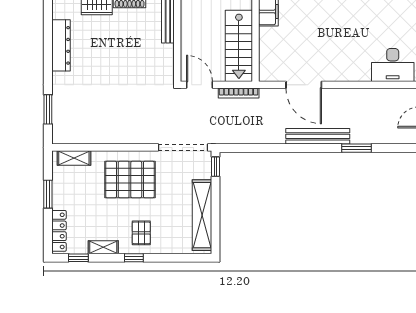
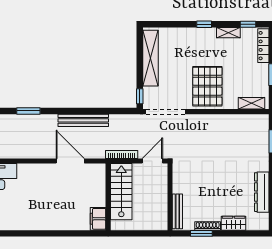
door: (199, 85) -> (152, 161), swing flipped
bench: (318, 136) -> (83, 120), moved
pallet: (130, 179) -> (207, 86), turned 90
pallet: (141, 233) -> (198, 44), removed

